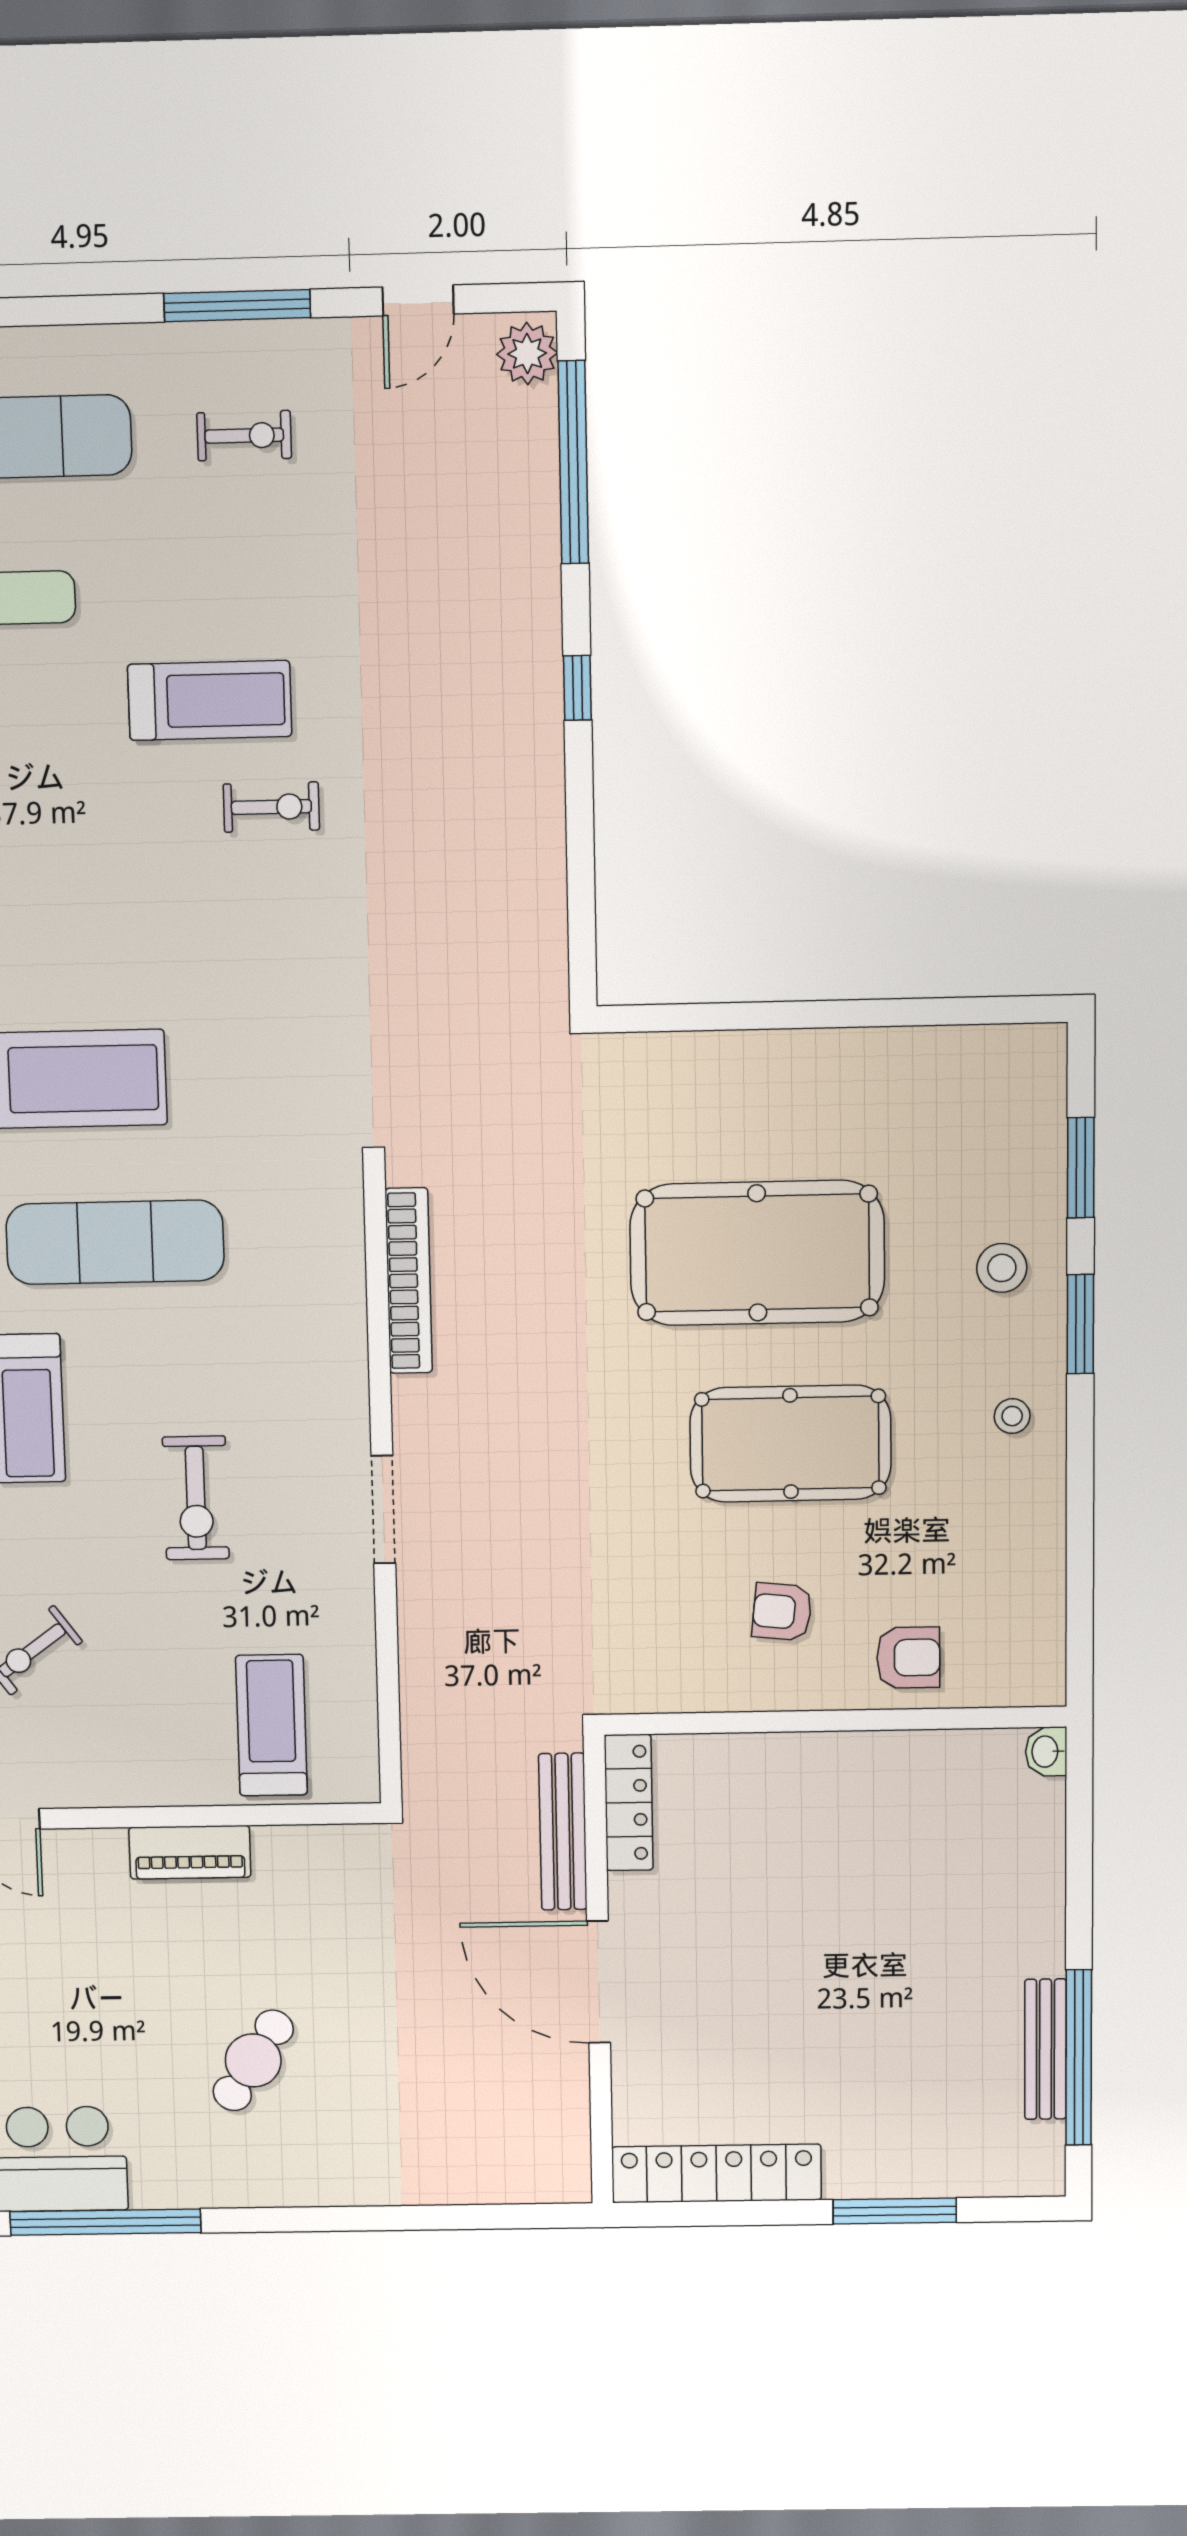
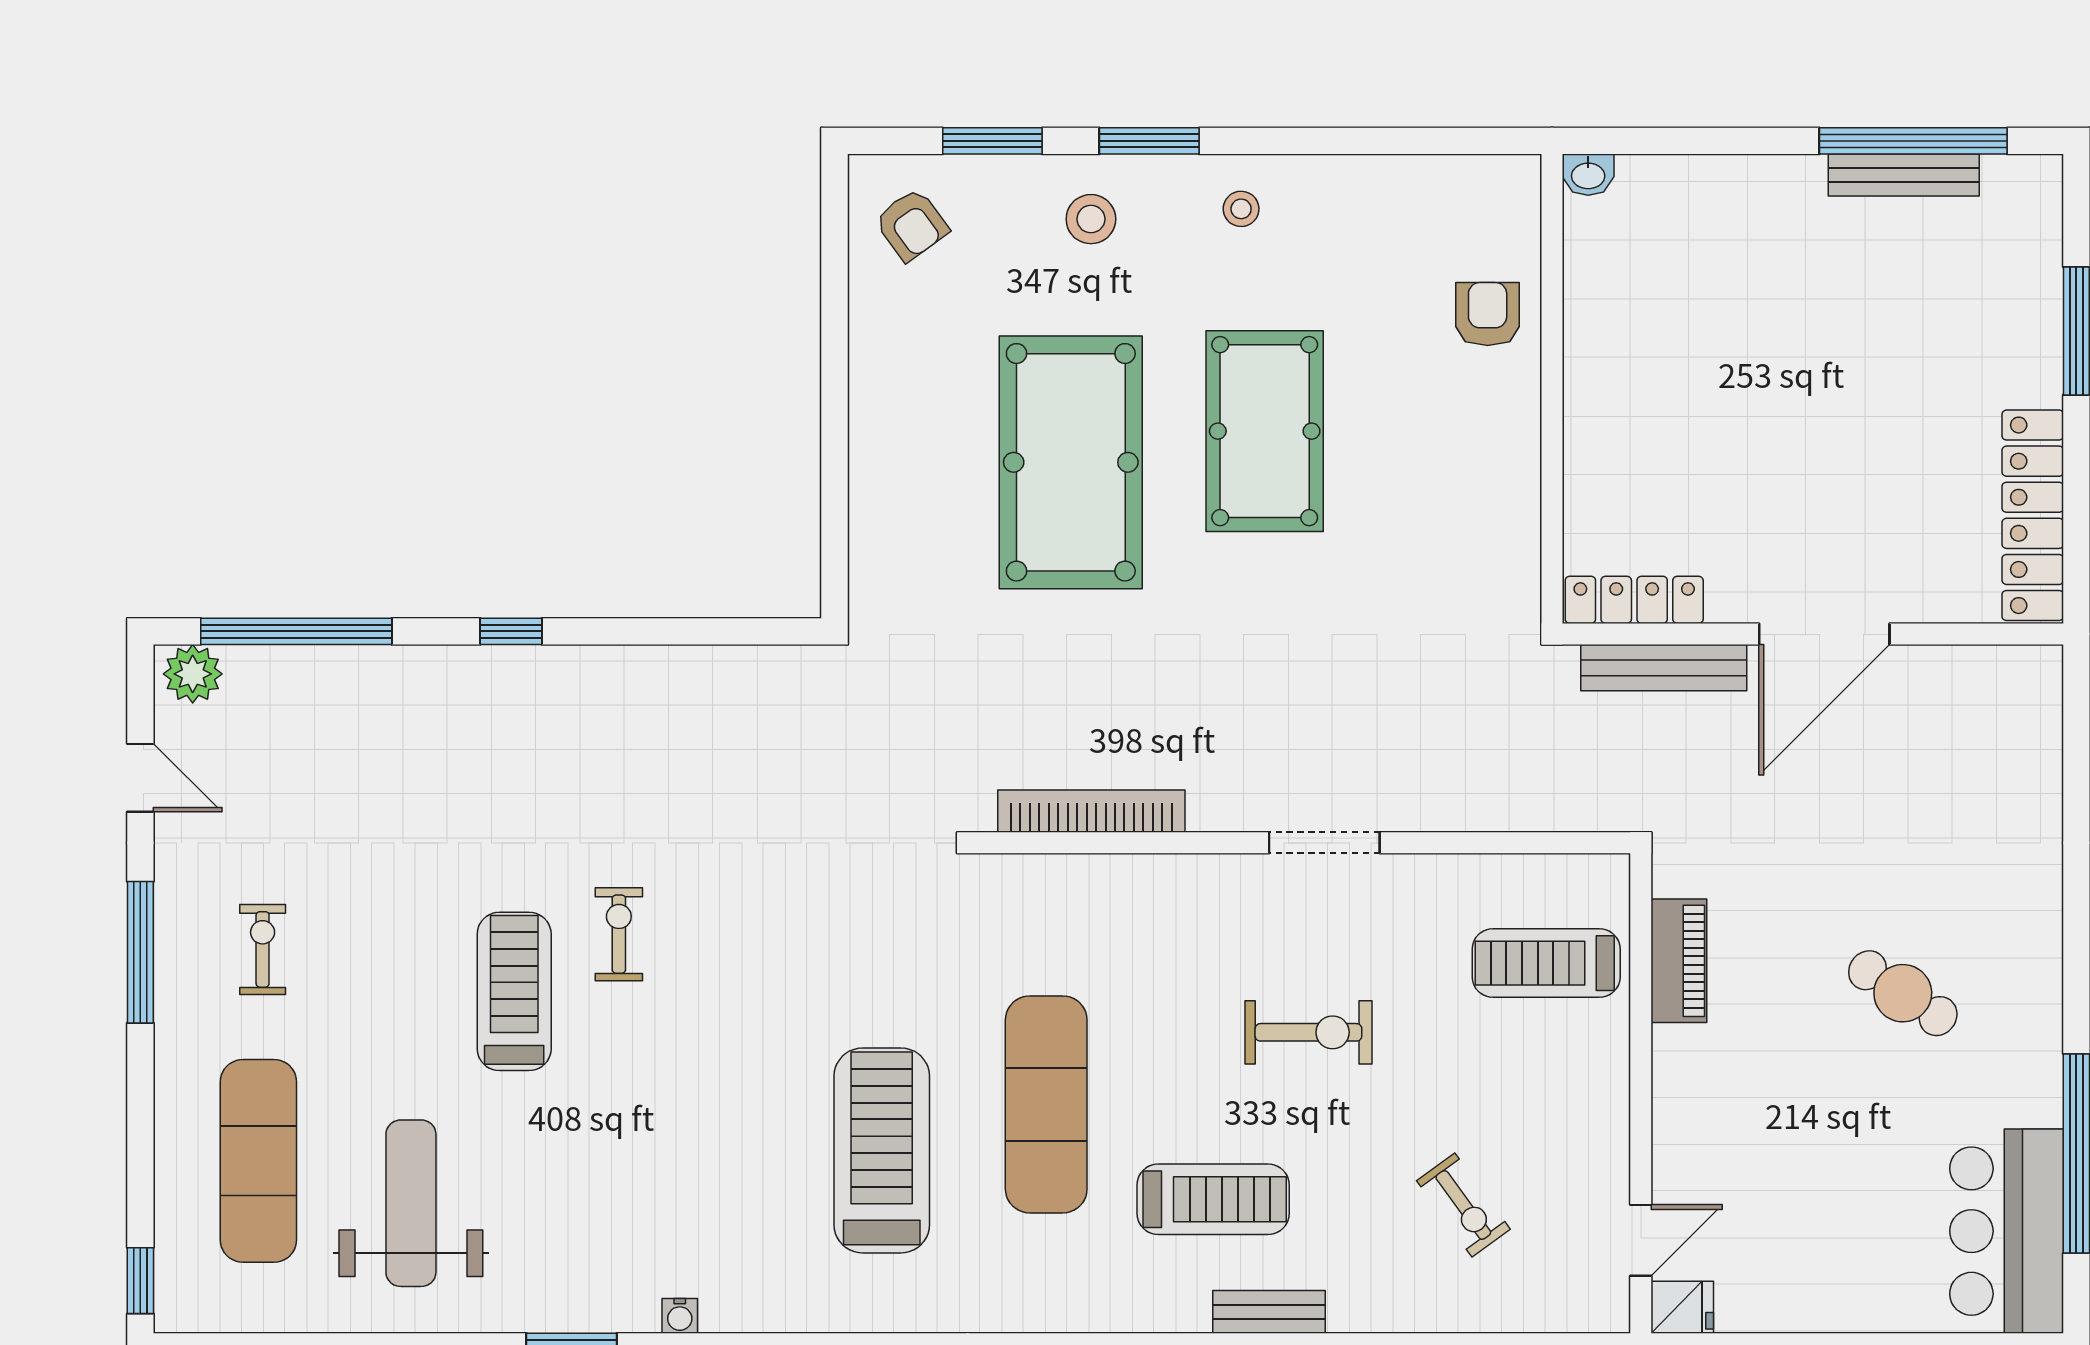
armchair: (782, 1612) -> (912, 225), moved, turned -42
piano: (190, 1852) -> (1679, 961), moved

